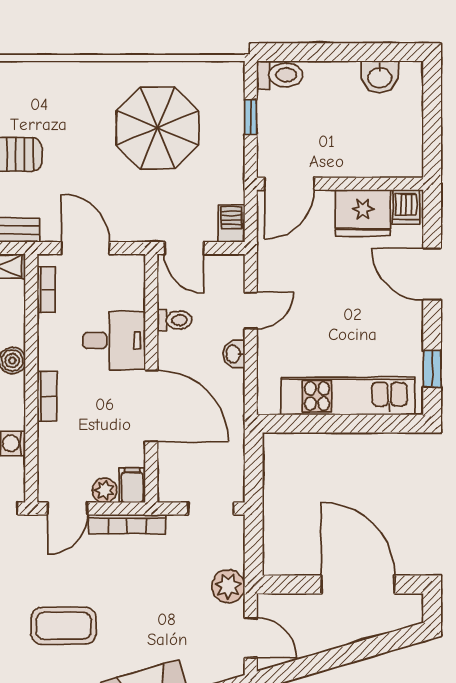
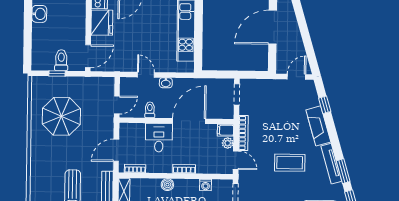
toilet: (280, 75) -> (61, 60), moved
door: (289, 184) -> (88, 56), hinge flipped
barbecue: (231, 223) -> (106, 83), removed
plant: (228, 586) -> (273, 87), removed
coffee table: (64, 626) -> (290, 163), turned 90

